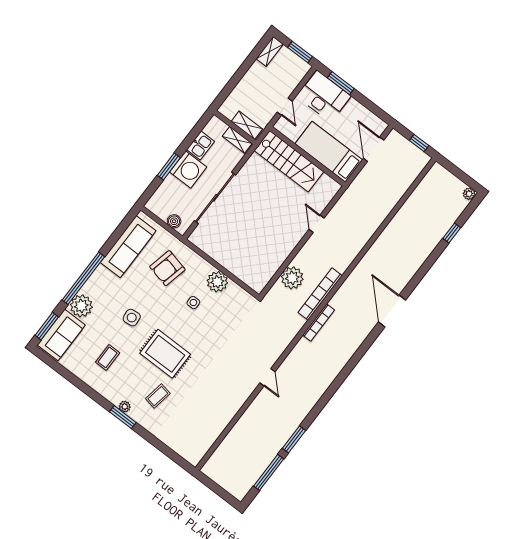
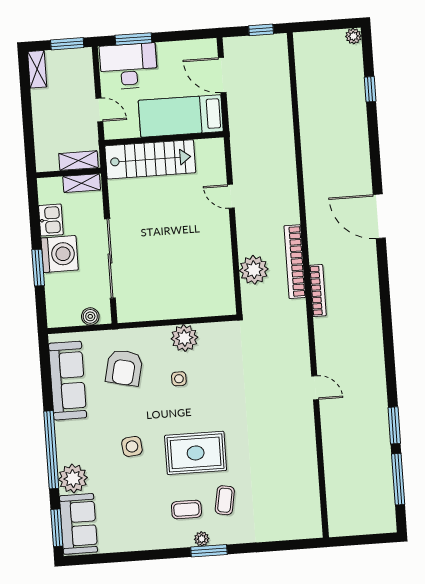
coffee table: (108, 357) -> (186, 510), moved, turned 90

